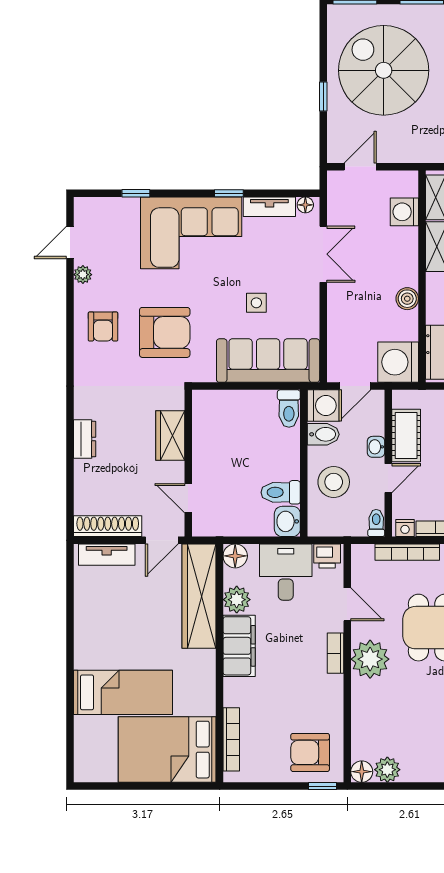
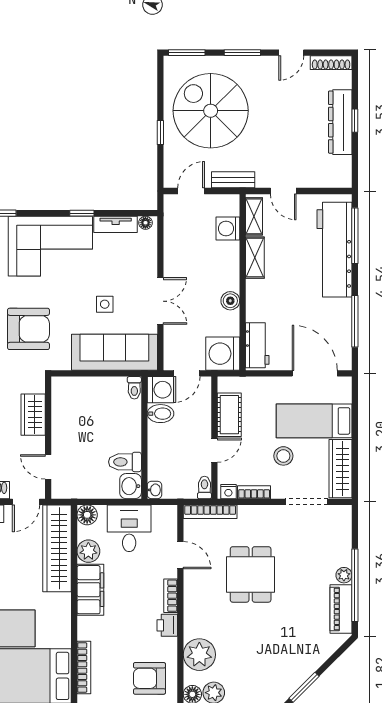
bench: (411, 153) -> (233, 180), added
double door: (323, 254) -> (160, 301), moved
toilet: (289, 409) -> (134, 388), width x0.73, depth x0.72
washbasin: (376, 447) -> (154, 490), moved, turned 180
stool: (334, 482) -> (169, 453), removed
bookcase: (407, 552) -> (210, 512), moved
printer: (327, 556) -> (167, 625), moved, turned 90
plant: (370, 659) -> (199, 655), moved

